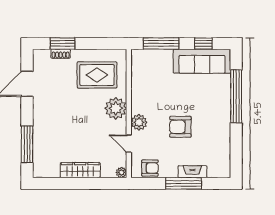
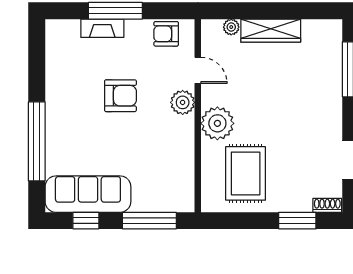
shoe rack: (61, 54) -> (327, 205), moved
rug: (97, 75) -> (246, 173), turned 90
plant: (121, 173) -> (231, 27), moved

